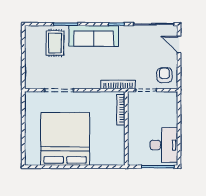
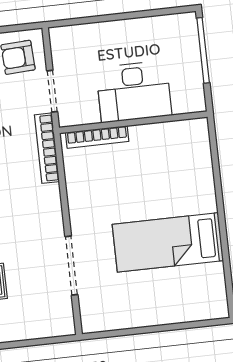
bed: (65, 139) -> (168, 242), width x0.49
desk: (164, 145) -> (134, 92), moved, turned 180

